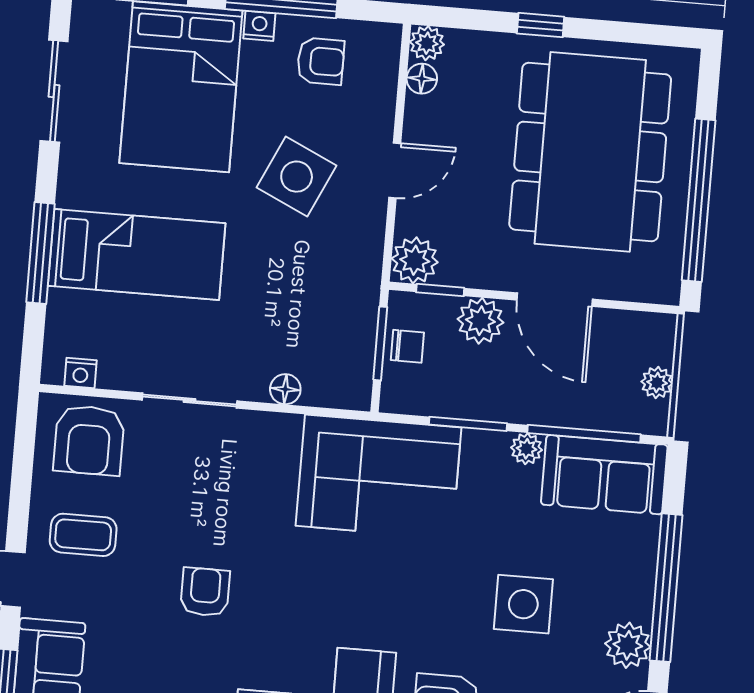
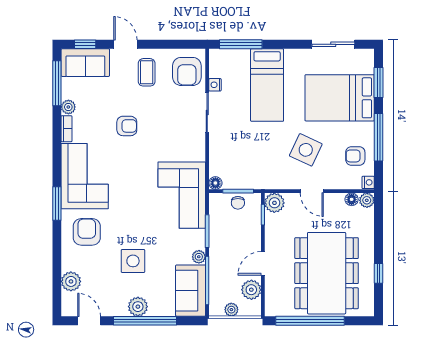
window: (541, 25) -> (378, 273), moved
nightstand: (259, 26) -> (368, 182), moved
armchair: (321, 61) -> (355, 156), turned 90
dining table: (590, 152) -> (327, 273), turned 90
window: (40, 253) -> (241, 44), moved
door: (555, 300) -> (263, 263), width x0.73
plant: (480, 321) -> (251, 290), moved
nightstand: (80, 373) -> (215, 85), moved
floor lamp: (285, 389) -> (215, 183), moved
armchair: (89, 440) -> (187, 71), turned -90
plant: (628, 645) -> (138, 307), moved

